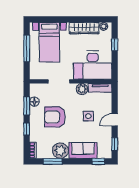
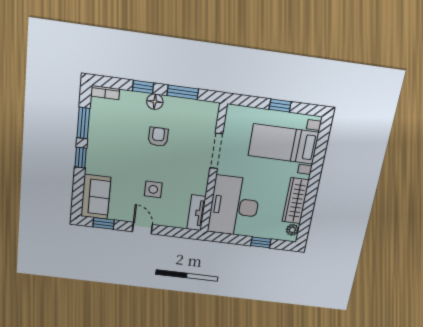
window: (27, 48) -> (280, 105), width x0.46
plant: (82, 89) -> (198, 185), removed
floor lamp: (34, 102) -> (155, 102), moved
armchair: (55, 117) -> (158, 137), width x0.53, depth x0.53
sofa: (83, 150) -> (96, 197), moved
plant: (60, 151) -> (101, 138), removed
window: (98, 161) -> (81, 158), moved

